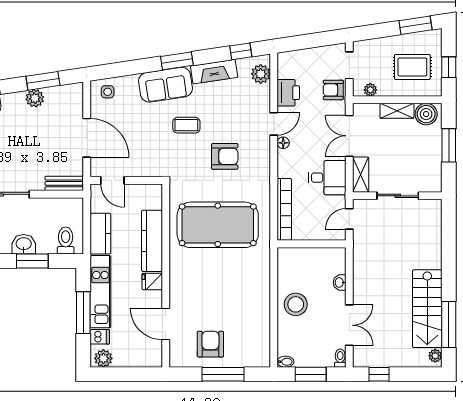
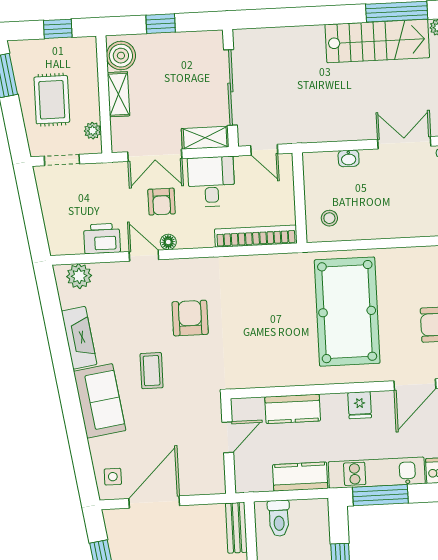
window: (241, 51) -> (51, 304), removed
window: (177, 61) -> (67, 387), removed
rug: (412, 67) -> (52, 100), moved
armchair: (333, 90) -> (162, 202), moved
door: (87, 138) -> (154, 502), moved
window: (449, 145) -> (161, 24), width x0.67
door: (112, 180) -> (228, 437), moved
sliding door: (398, 196) -> (230, 87), width x1.37
pool table: (218, 225) -> (347, 312), moved
toilet: (66, 240) -> (279, 518), moved, turned -90
kitchen counter: (152, 241) -> (293, 409), width x0.67
stool: (296, 304) -> (329, 218), moved, width x0.53, depth x0.53
window: (83, 313) -> (380, 495), moved

